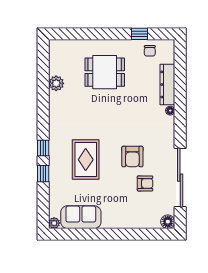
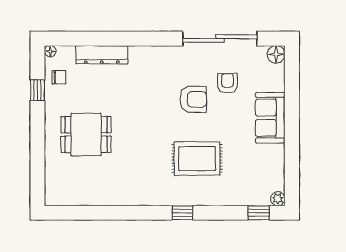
dining table: (105, 72) -> (86, 134), turned 90
plant: (56, 83) -> (100, 196), removed
floor lamp: (170, 111) -> (50, 51), moved
window: (43, 174) -> (259, 213), moved
sofa: (81, 217) -> (270, 118), moved

